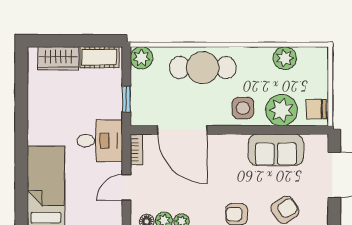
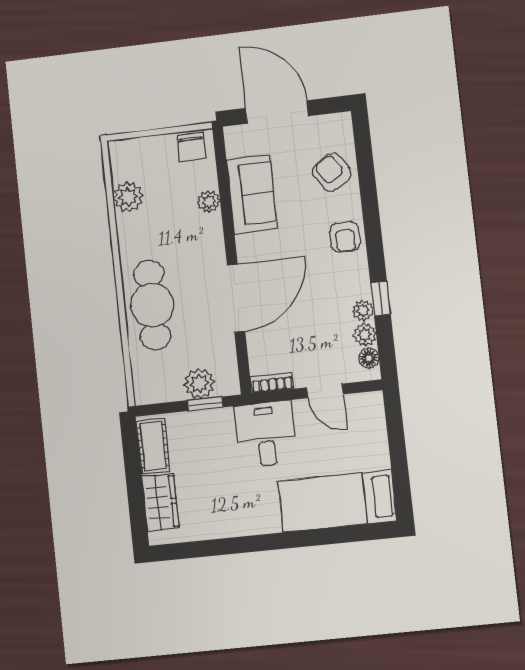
plant: (142, 58) -> (199, 384), moved
side table: (243, 108) -> (201, 245), removed
plant: (281, 110) -> (209, 202), width x0.53, depth x0.53
door: (182, 130) -> (236, 298), moved

